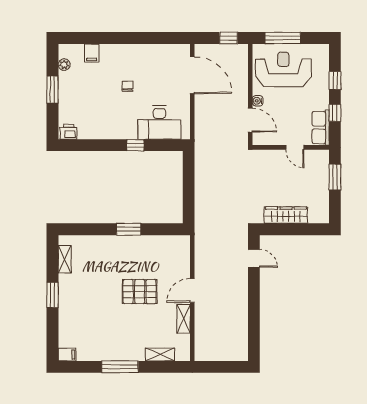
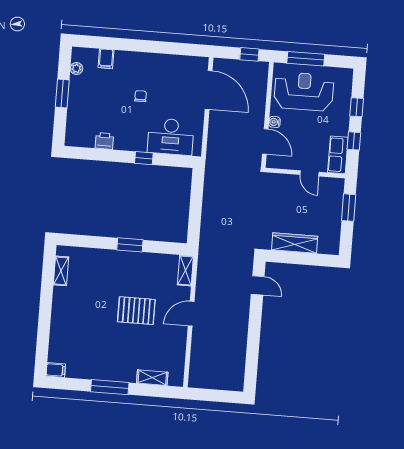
printer: (69, 132) -> (104, 141), moved
window: (52, 295) -> (45, 307), removed
shelving: (184, 319) -> (185, 270), moved

